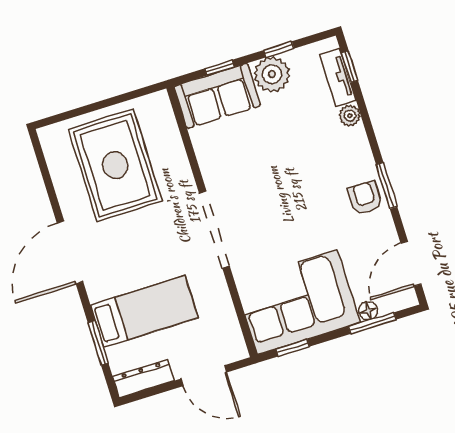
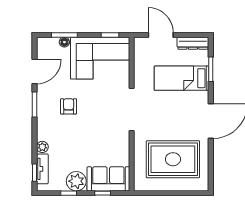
rug: (115, 165) -> (173, 159), turned 90
armchair: (365, 198) -> (69, 106), moved, turned 180
door: (411, 264) -> (34, 72), moved

